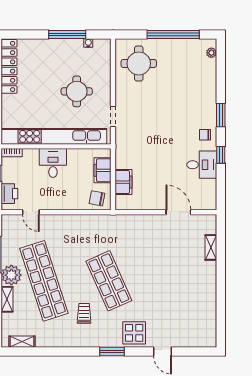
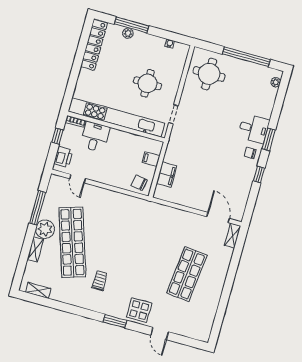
window: (67, 35) -> (131, 25), moved
plant: (41, 44) -> (128, 33), added
desk: (53, 163) -> (95, 137), moved
desk: (202, 165) -> (254, 129), moved
filing cabinet: (103, 170) -> (151, 159), width x0.50
door: (178, 212) -> (218, 218), moved
shelving: (211, 247) -> (233, 236), moved
shop shelf: (109, 281) -> (187, 274), moved, turned 30

